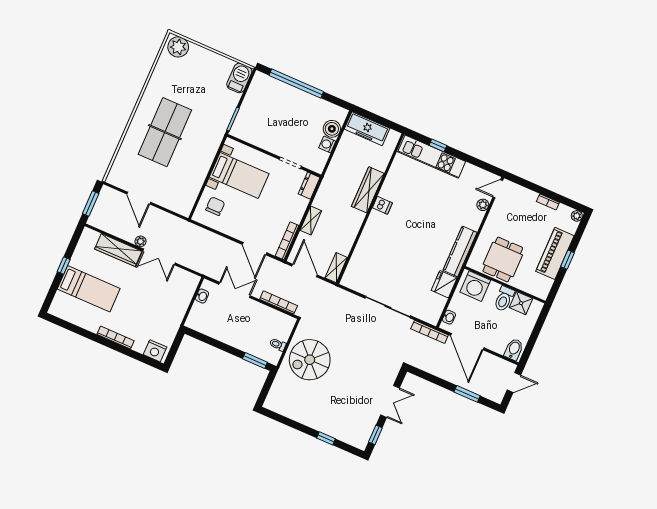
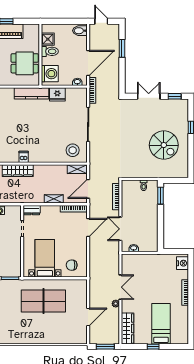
table tennis table: (165, 132) -> (43, 301), moved
wardrobe: (118, 250) -> (128, 328), moved
stool: (363, 272) -> (73, 150), added
spiral stairs: (310, 360) -> (164, 145), moved

